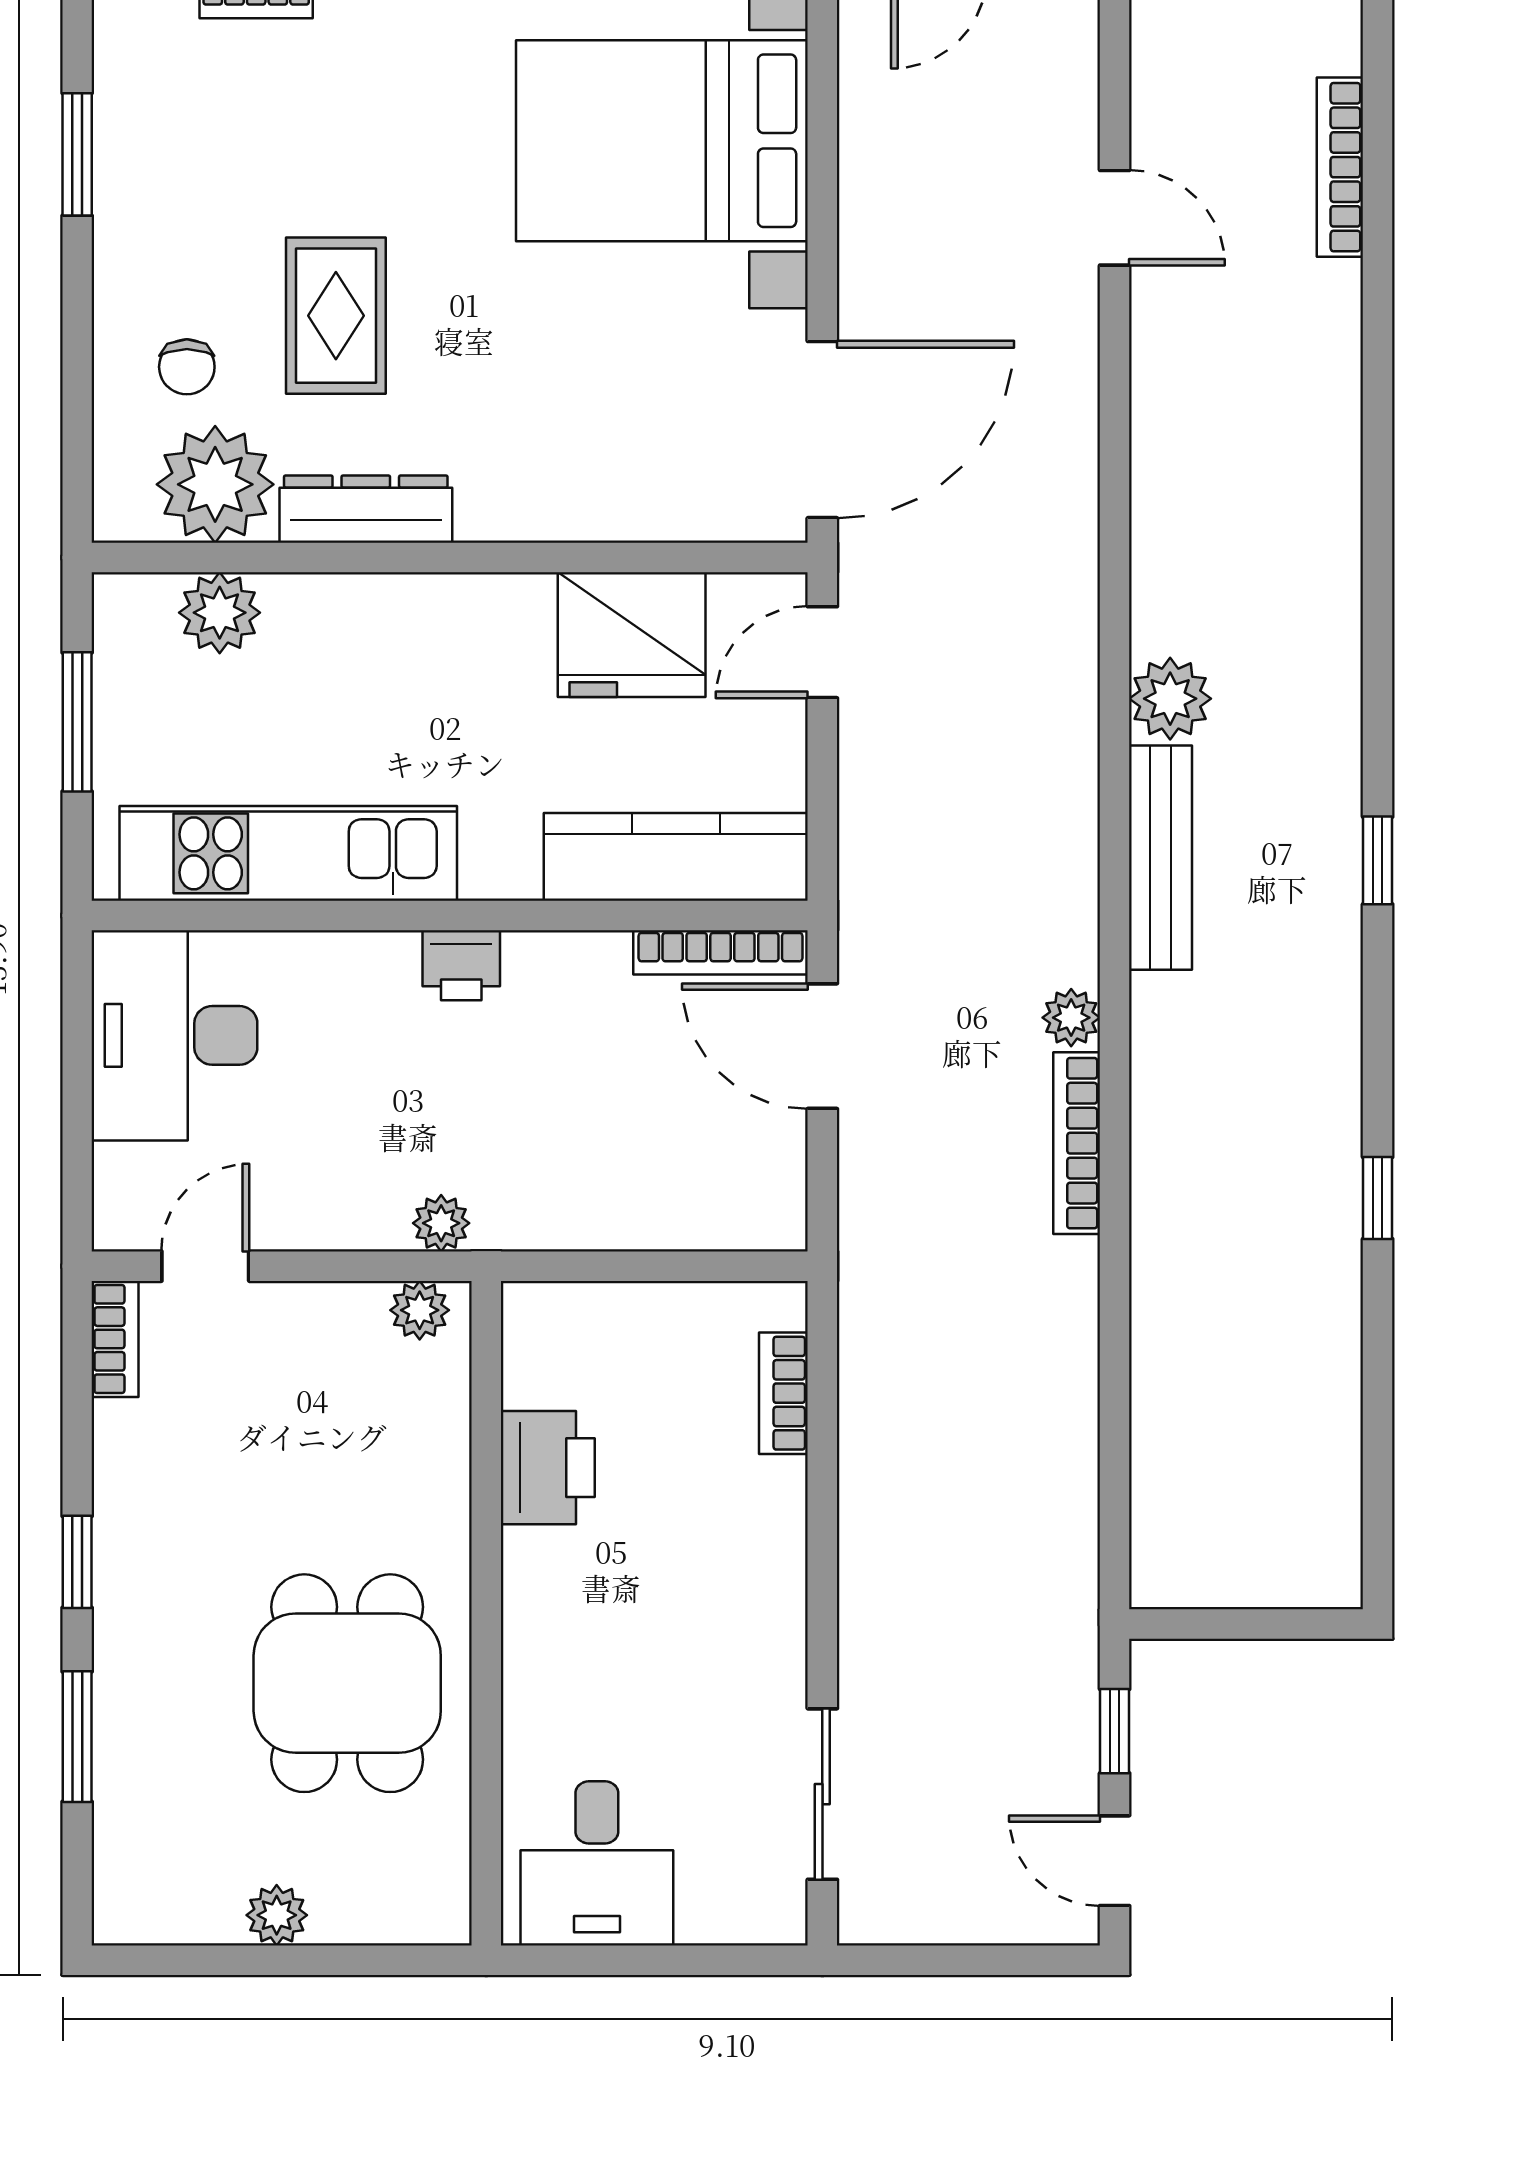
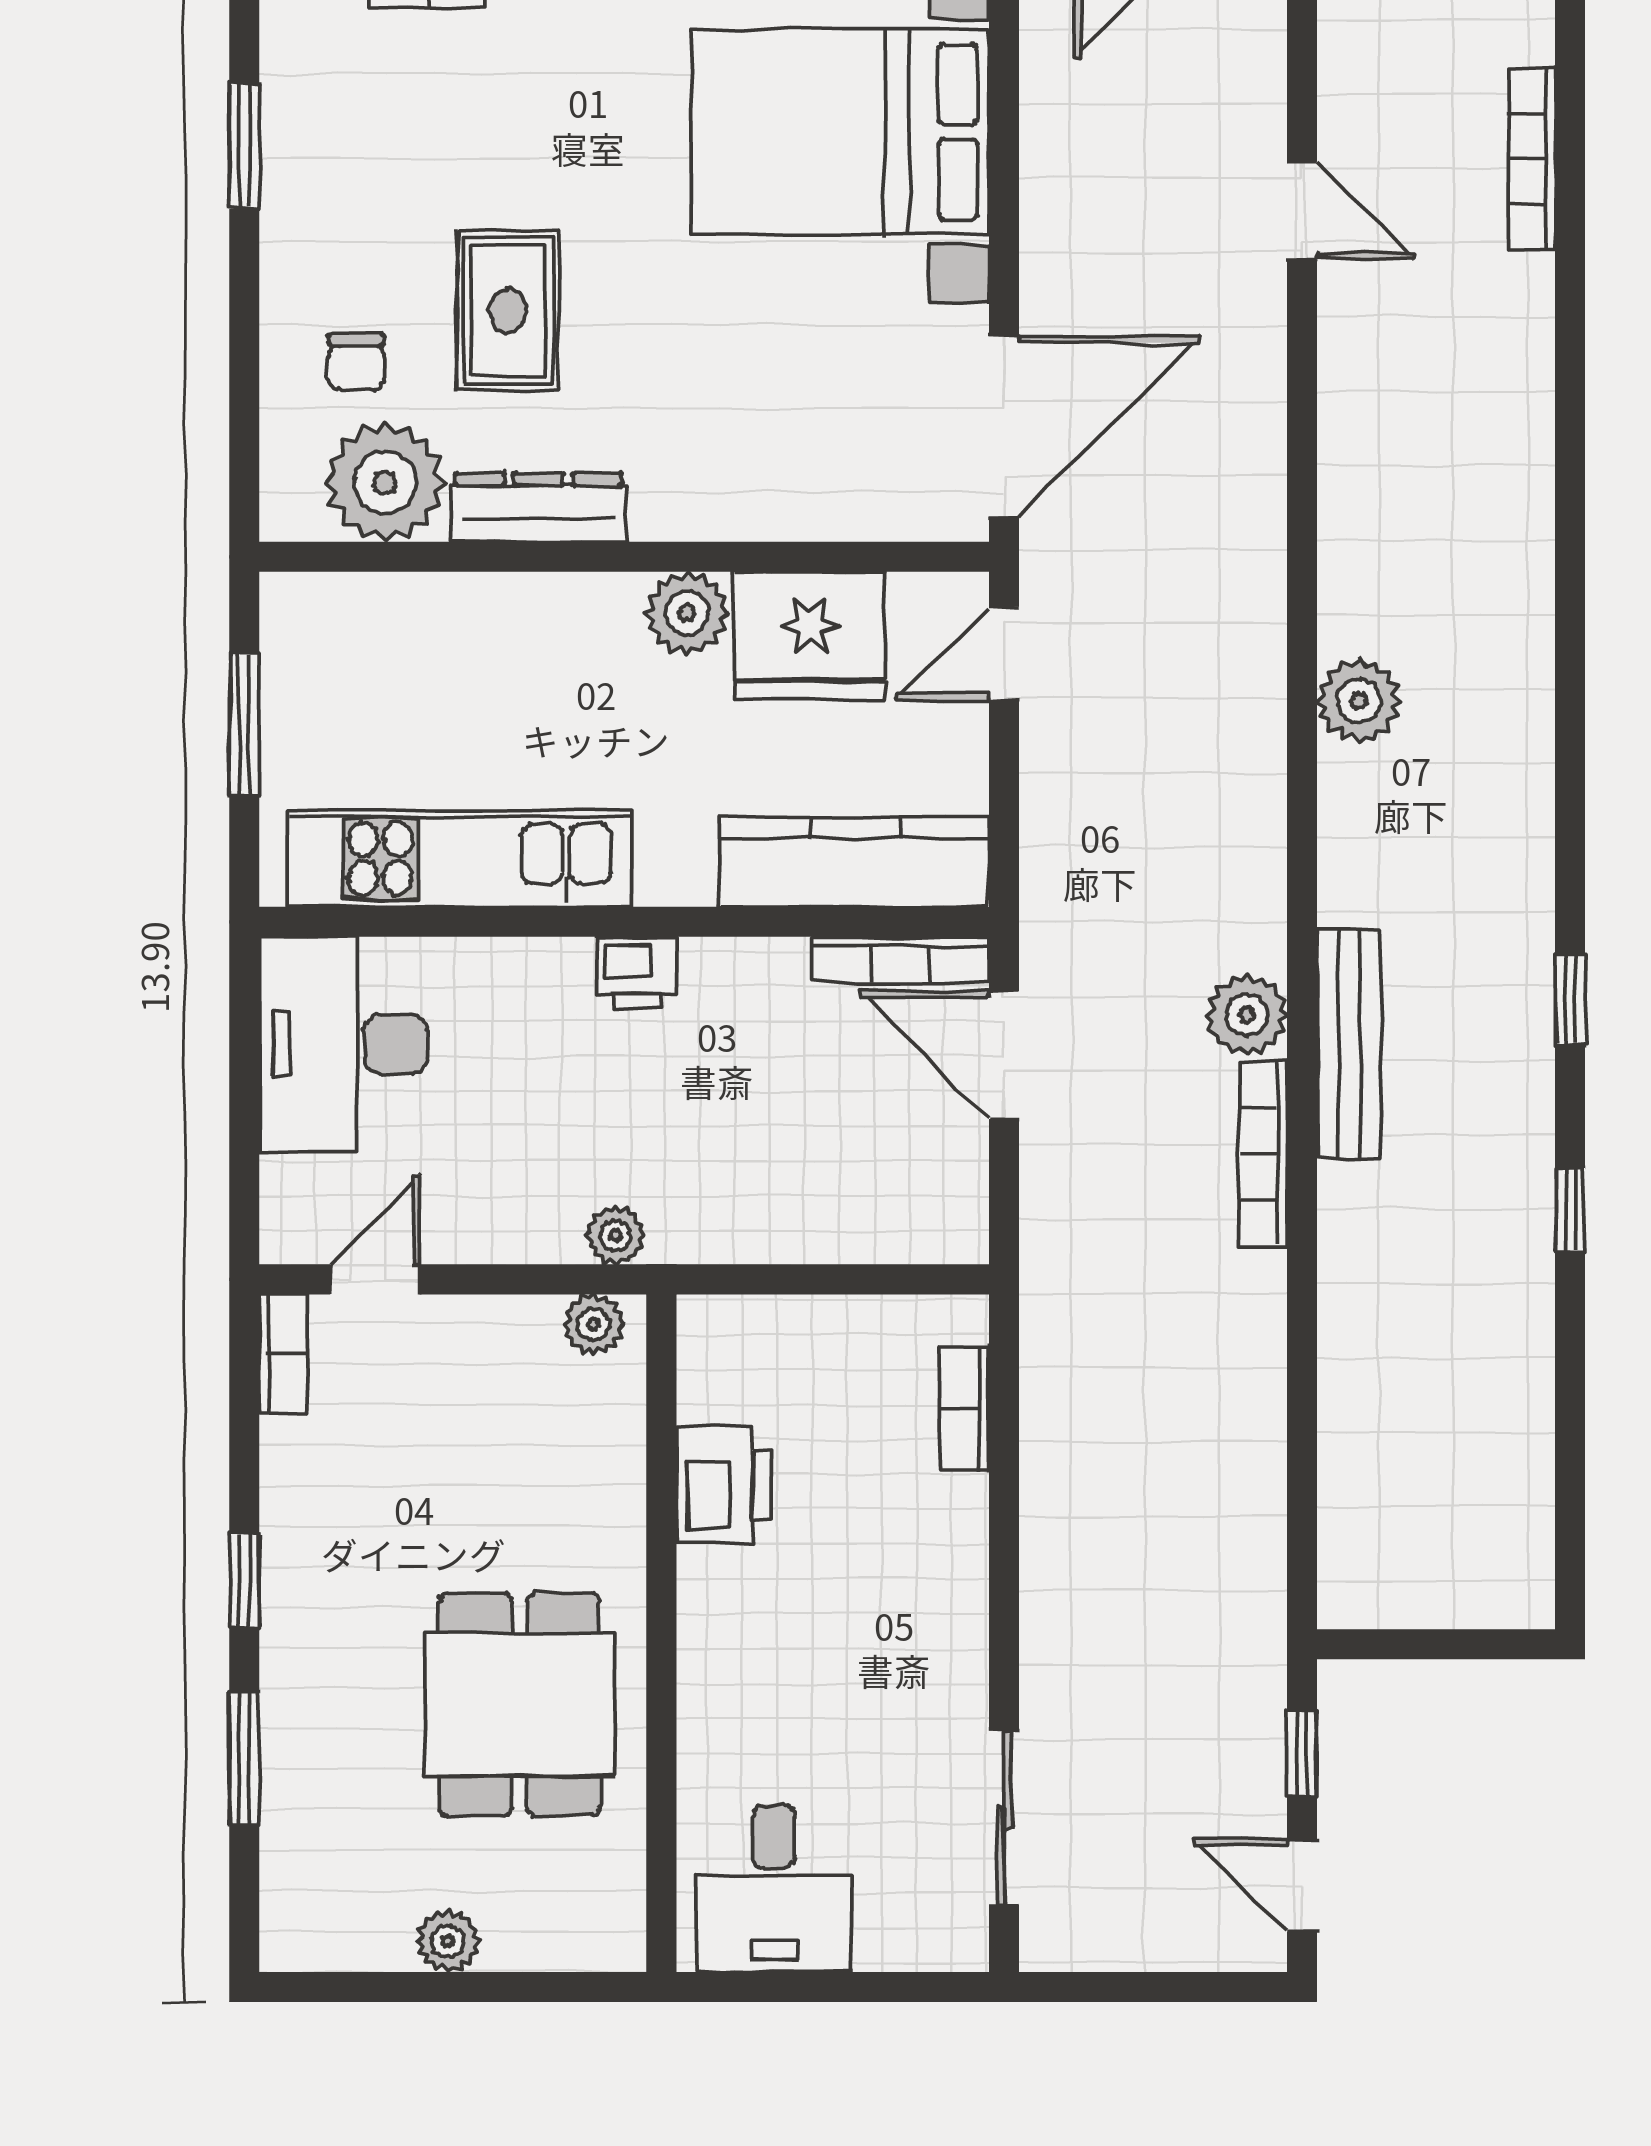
plant: (220, 613) -> (687, 613), moved
bench: (1161, 858) -> (1349, 1044), moved
window: (1378, 860) -> (1570, 999), moved
plant: (1071, 1018) -> (1247, 1015), width x1.38, depth x1.38

